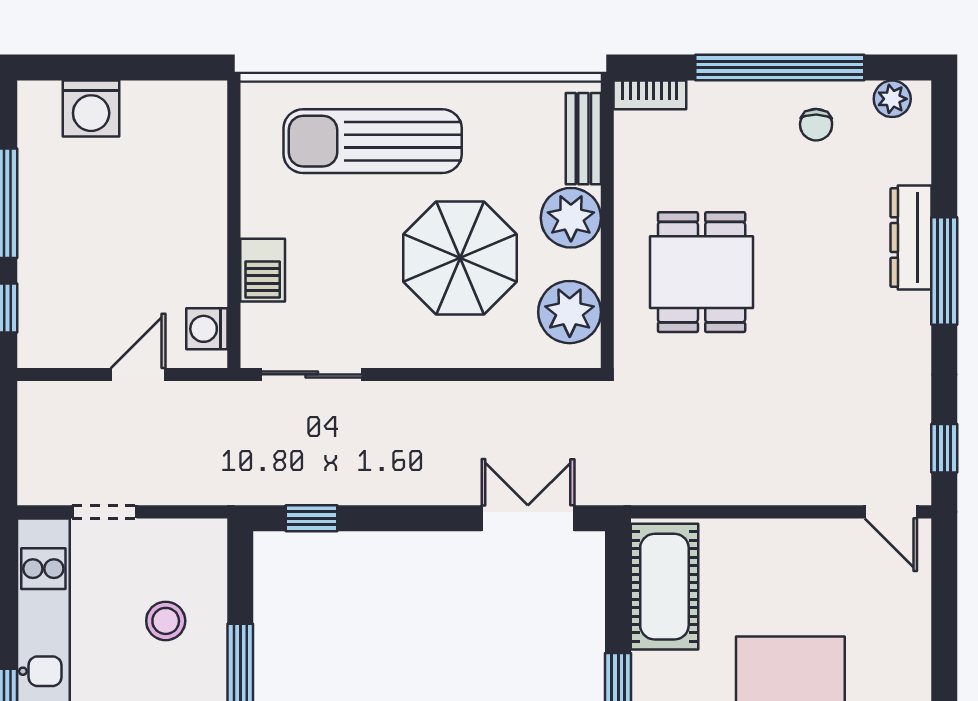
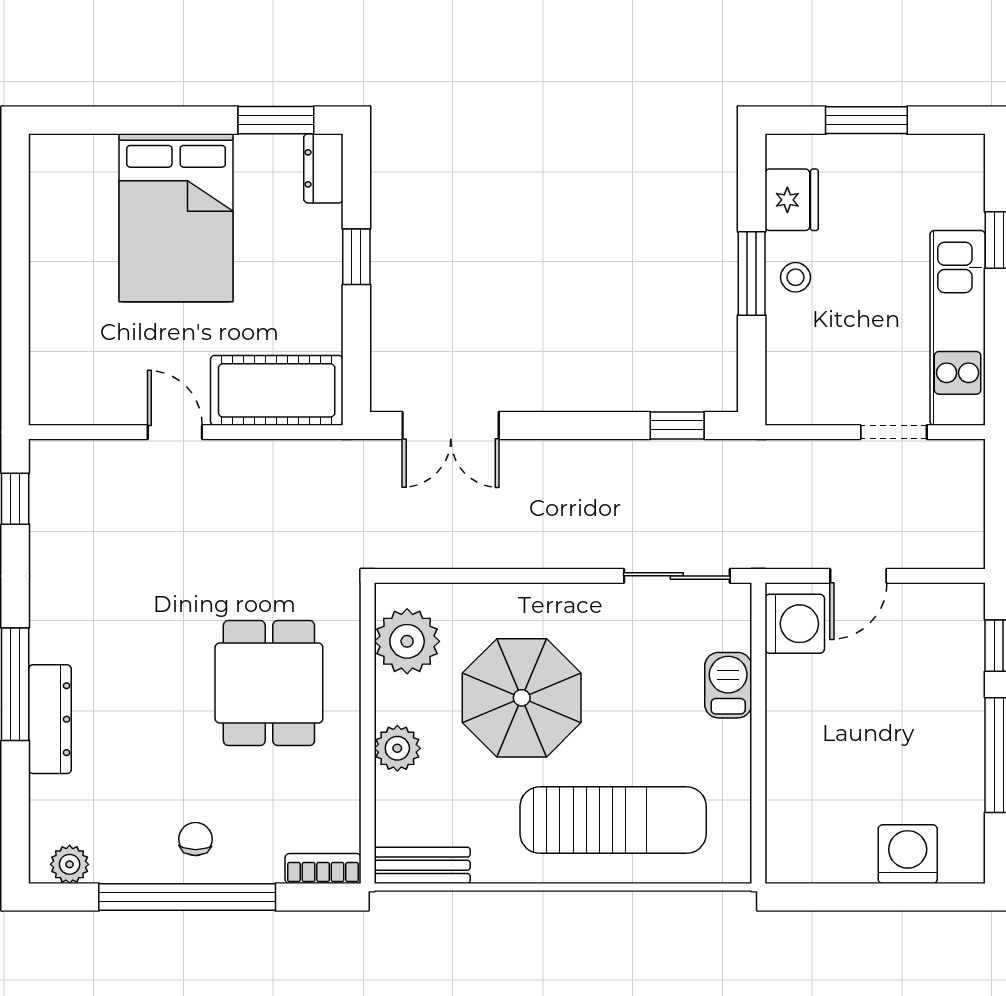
chair: (816, 125) -> (195, 839), moved
bench: (583, 139) -> (422, 865), moved, turned 90
plant: (571, 218) -> (397, 748), width x0.73, depth x0.73
washing machine: (207, 329) -> (795, 624), width x1.38, depth x1.38
door: (891, 512) -> (175, 432), moved
cot: (664, 587) -> (277, 390), moved, turned 90
stool: (166, 621) -> (796, 277), moved, width x0.73, depth x0.73

